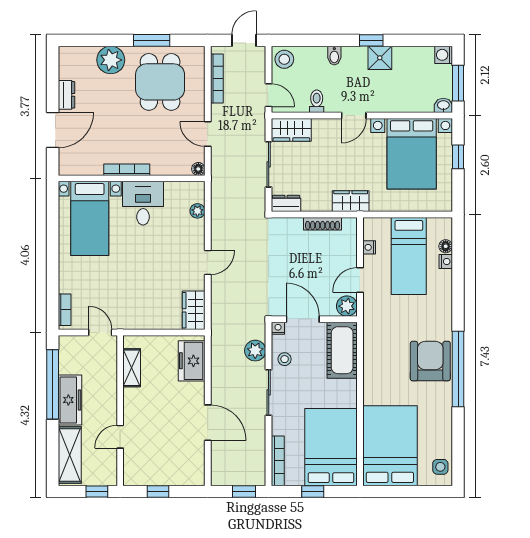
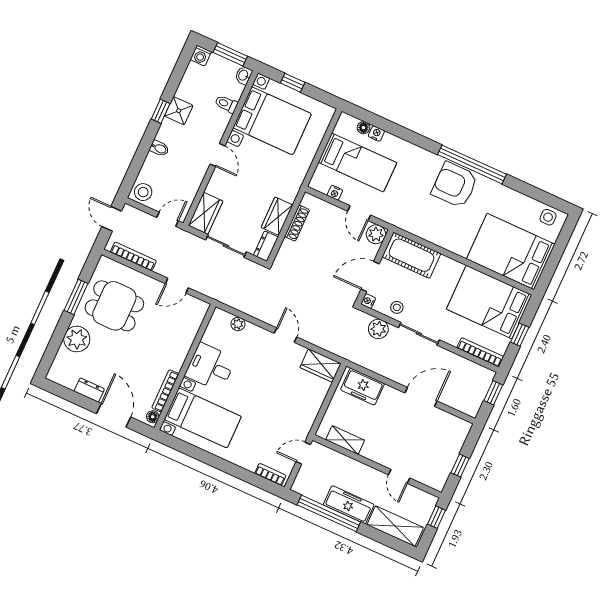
toilet: (317, 101) -> (226, 104), moved
floor lamp: (198, 169) -> (153, 417), moved
bookcase: (127, 170) -> (165, 391), moved
wardrobe: (351, 201) -> (277, 216), moved

